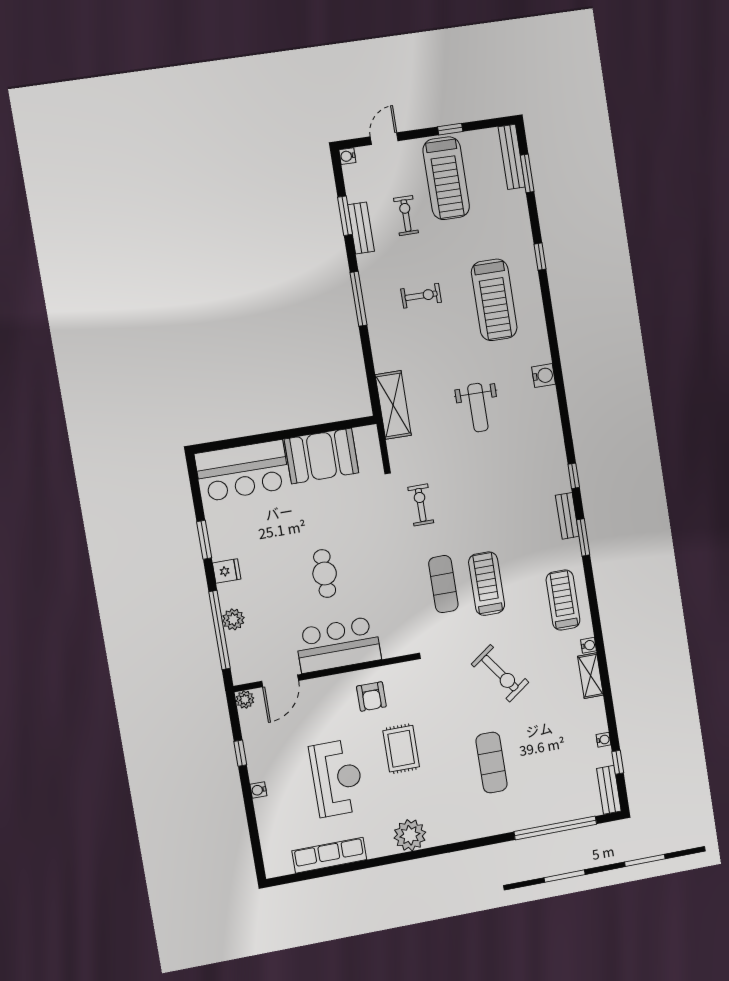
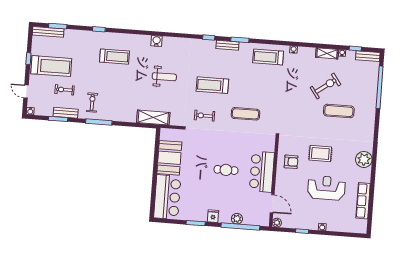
exercise bike: (421, 296) -> (92, 102), moved
treadmill: (494, 300) -> (114, 57), width x0.73, depth x0.73
treadmill: (487, 584) -> (212, 85), moved
exercise bike: (500, 673) -> (326, 86), moved
shelving: (591, 676) -> (327, 53), moved

